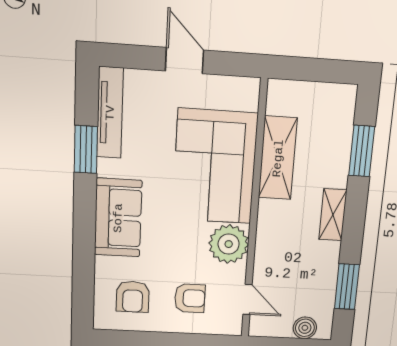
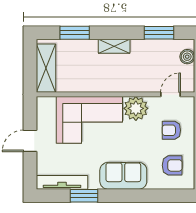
shelving: (278, 158) -> (46, 68), moved, turned 90
armchair: (190, 298) -> (171, 130), turned -90

